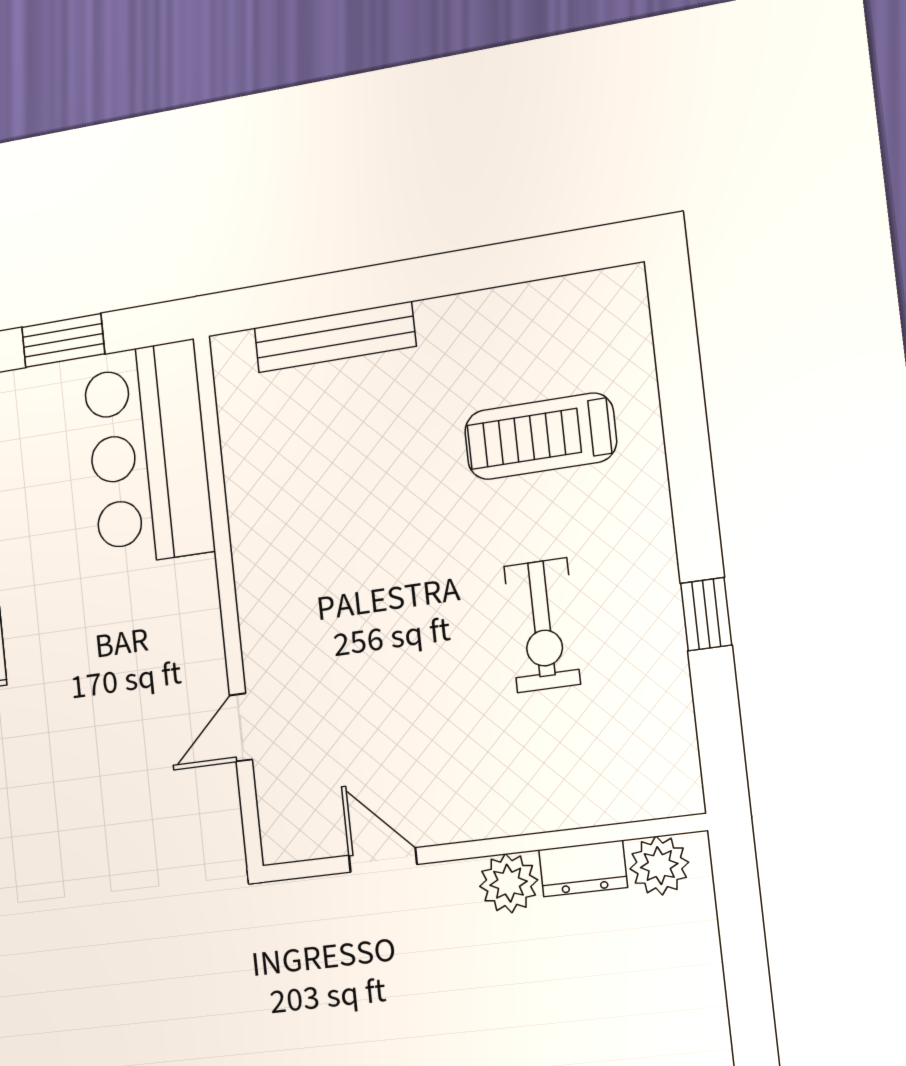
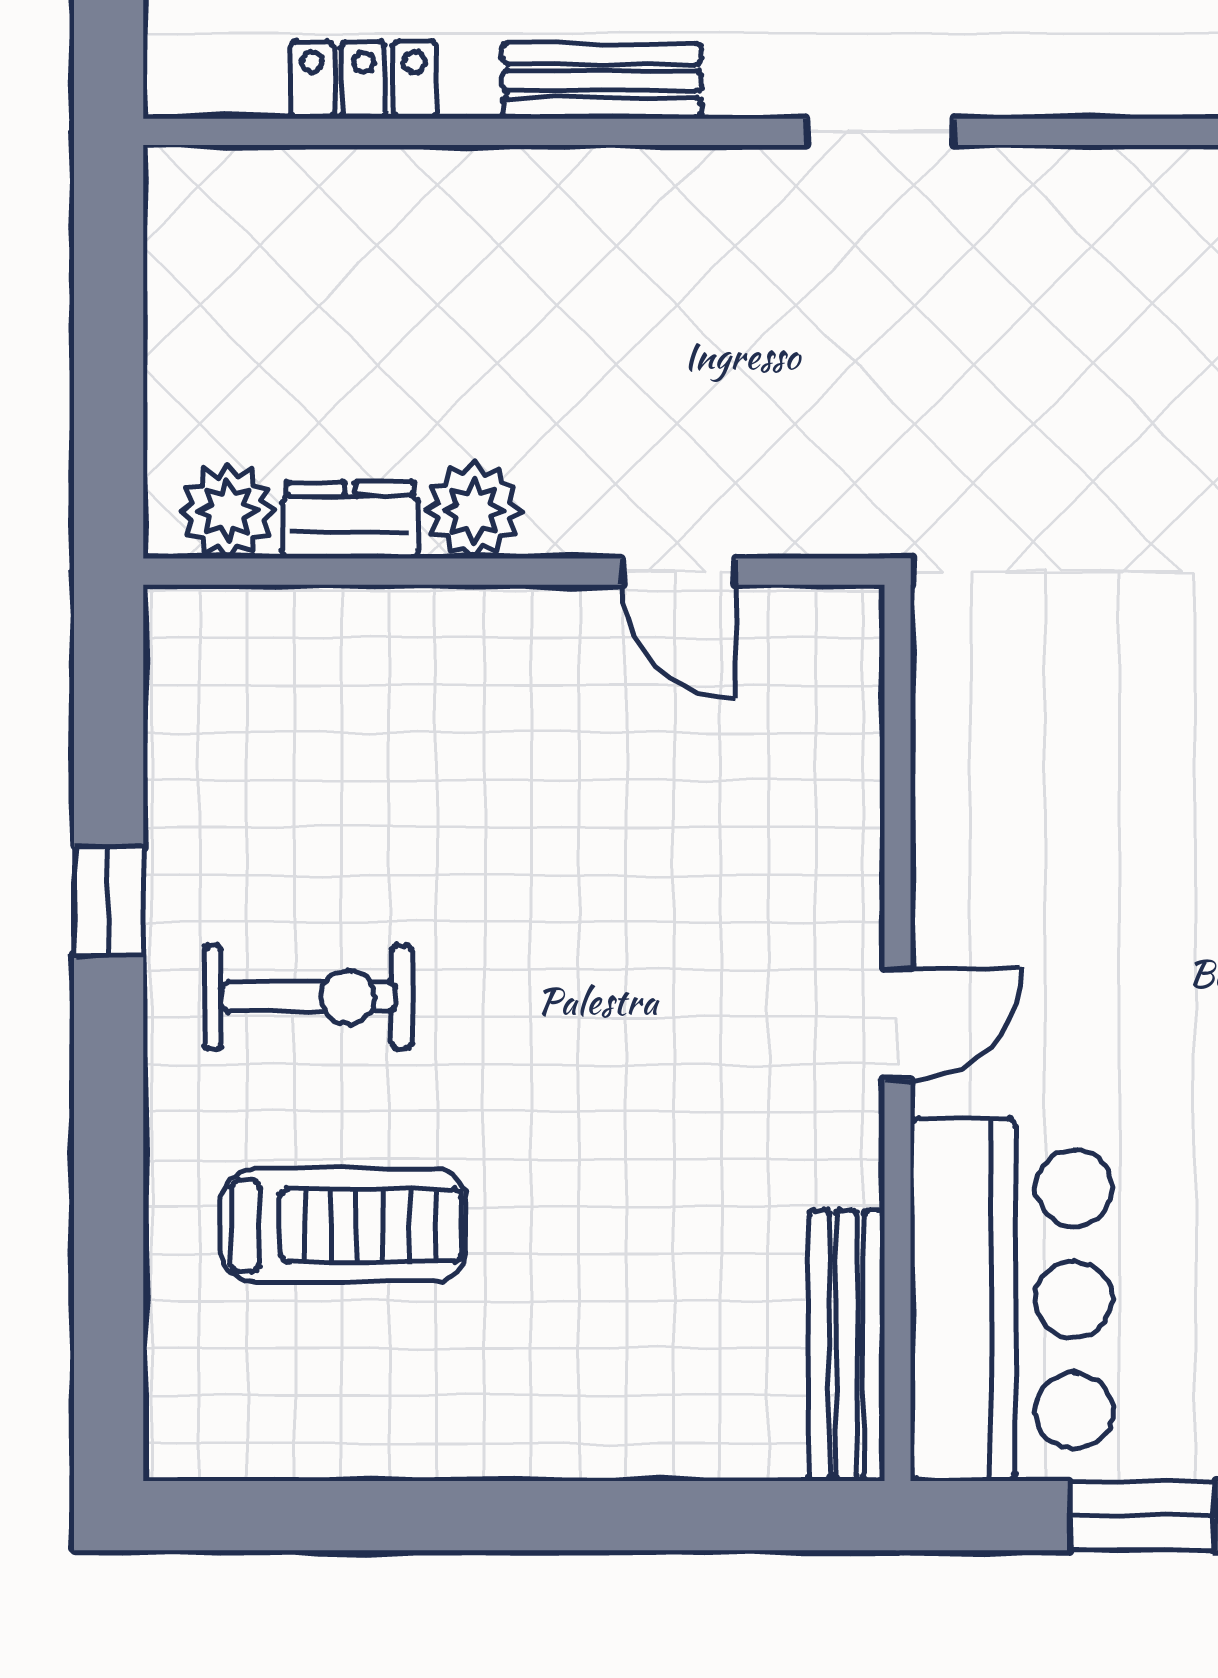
bench: (335, 337) -> (847, 1345), moved, turned 90
exercise bike: (542, 625) -> (308, 997), moved, turned 90
door: (241, 727) -> (898, 1024), moved

